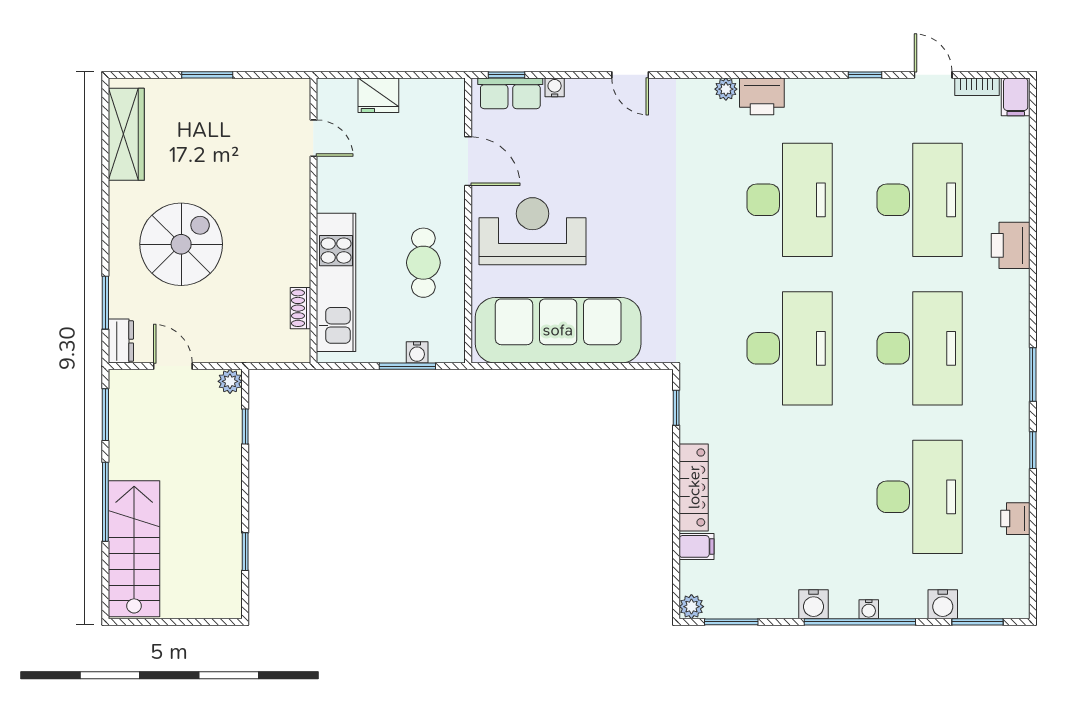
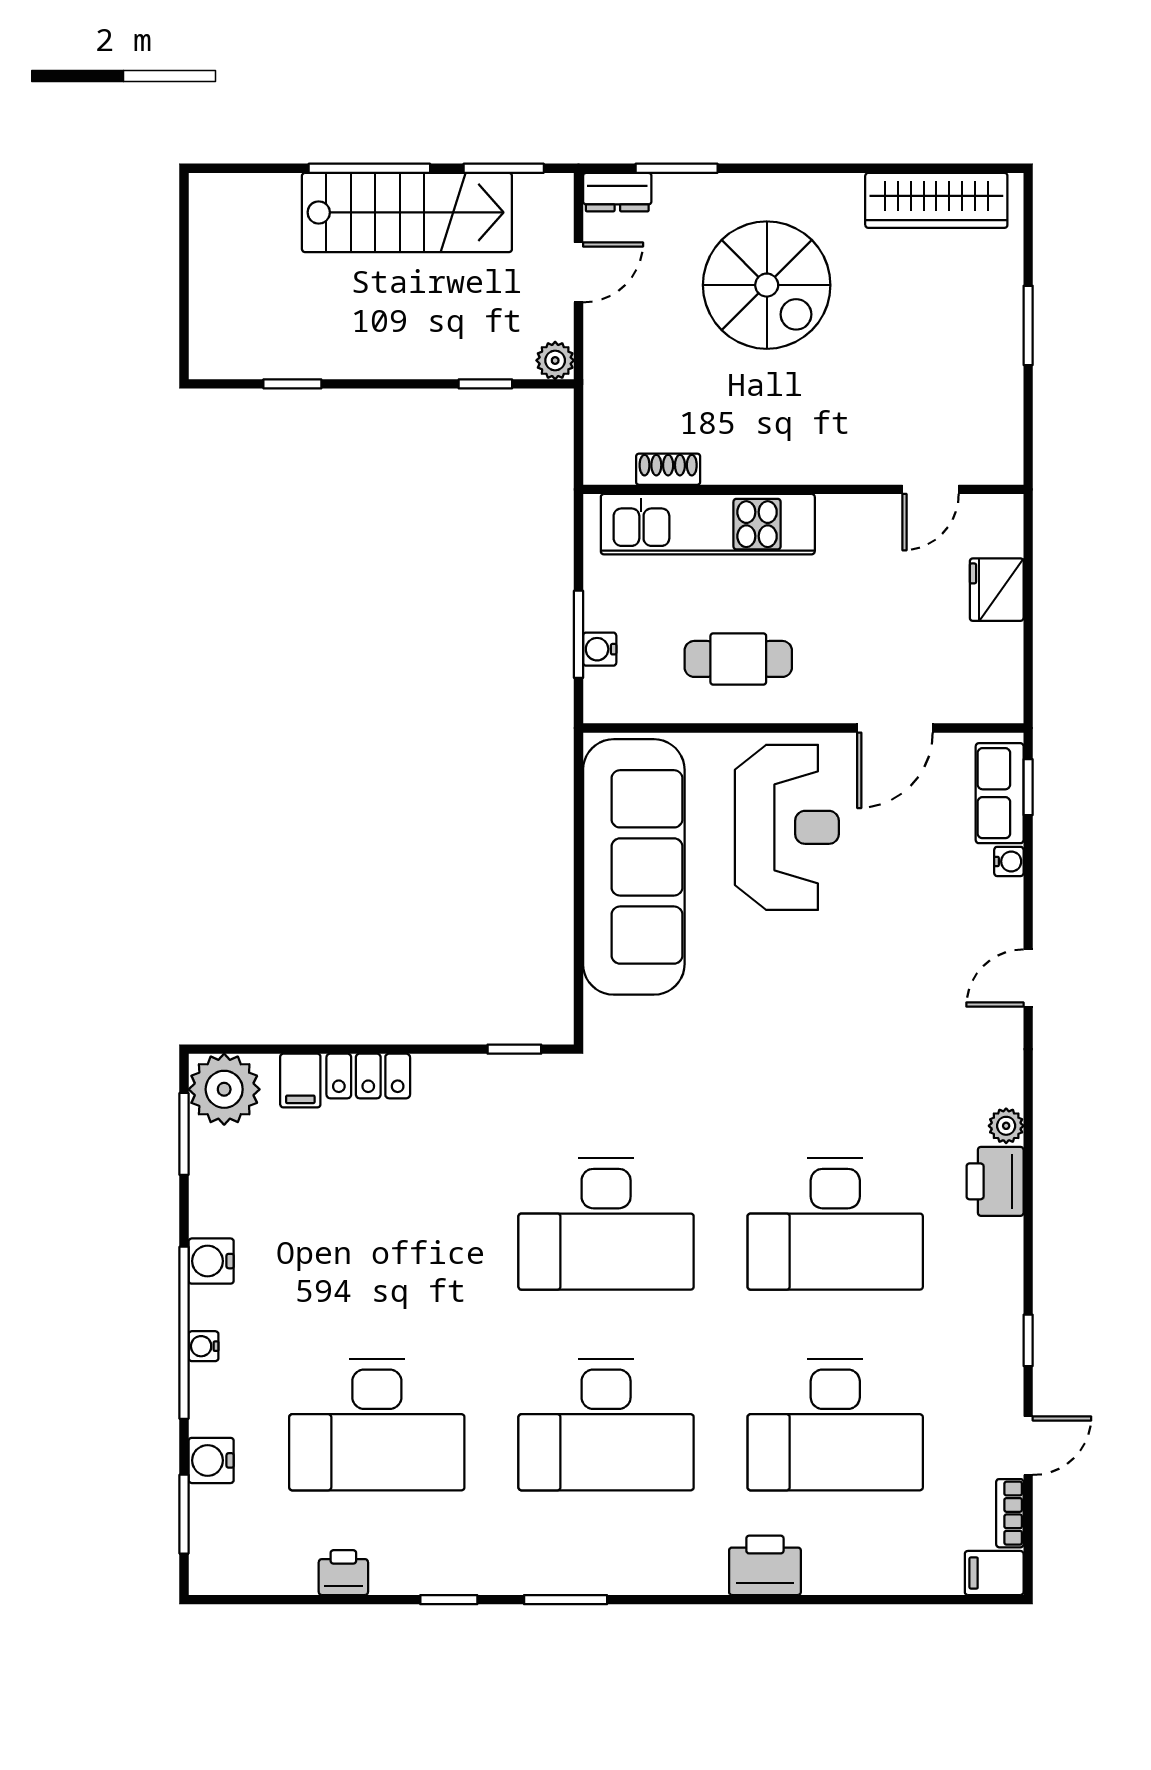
locker: (694, 487) -> (368, 1076), width x0.66
stairs: (134, 549) -> (407, 212), moved
plant: (691, 607) -> (224, 1089), width x1.88, depth x1.88

